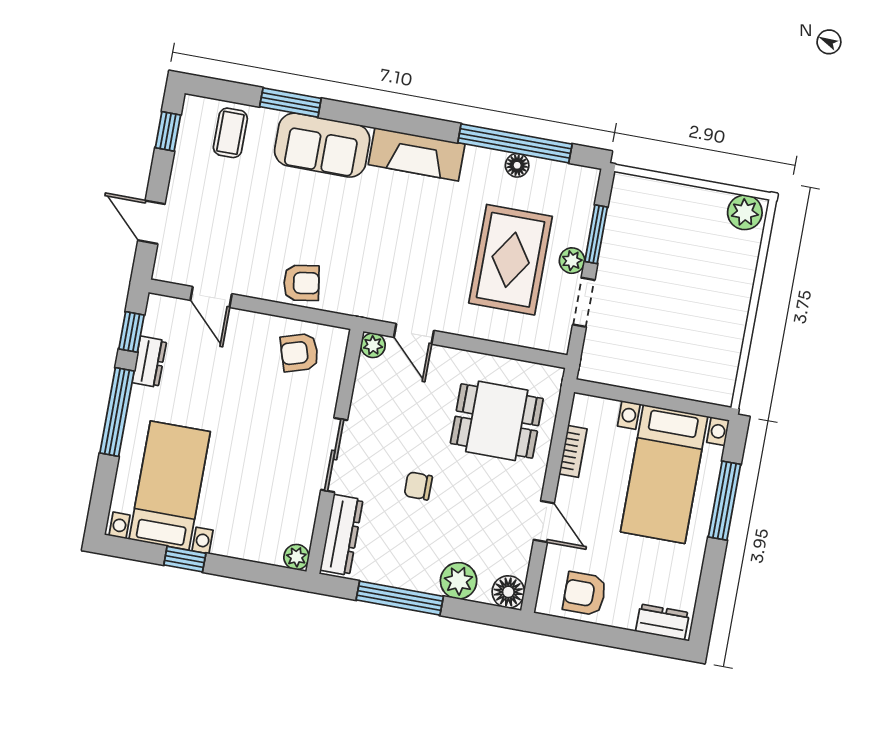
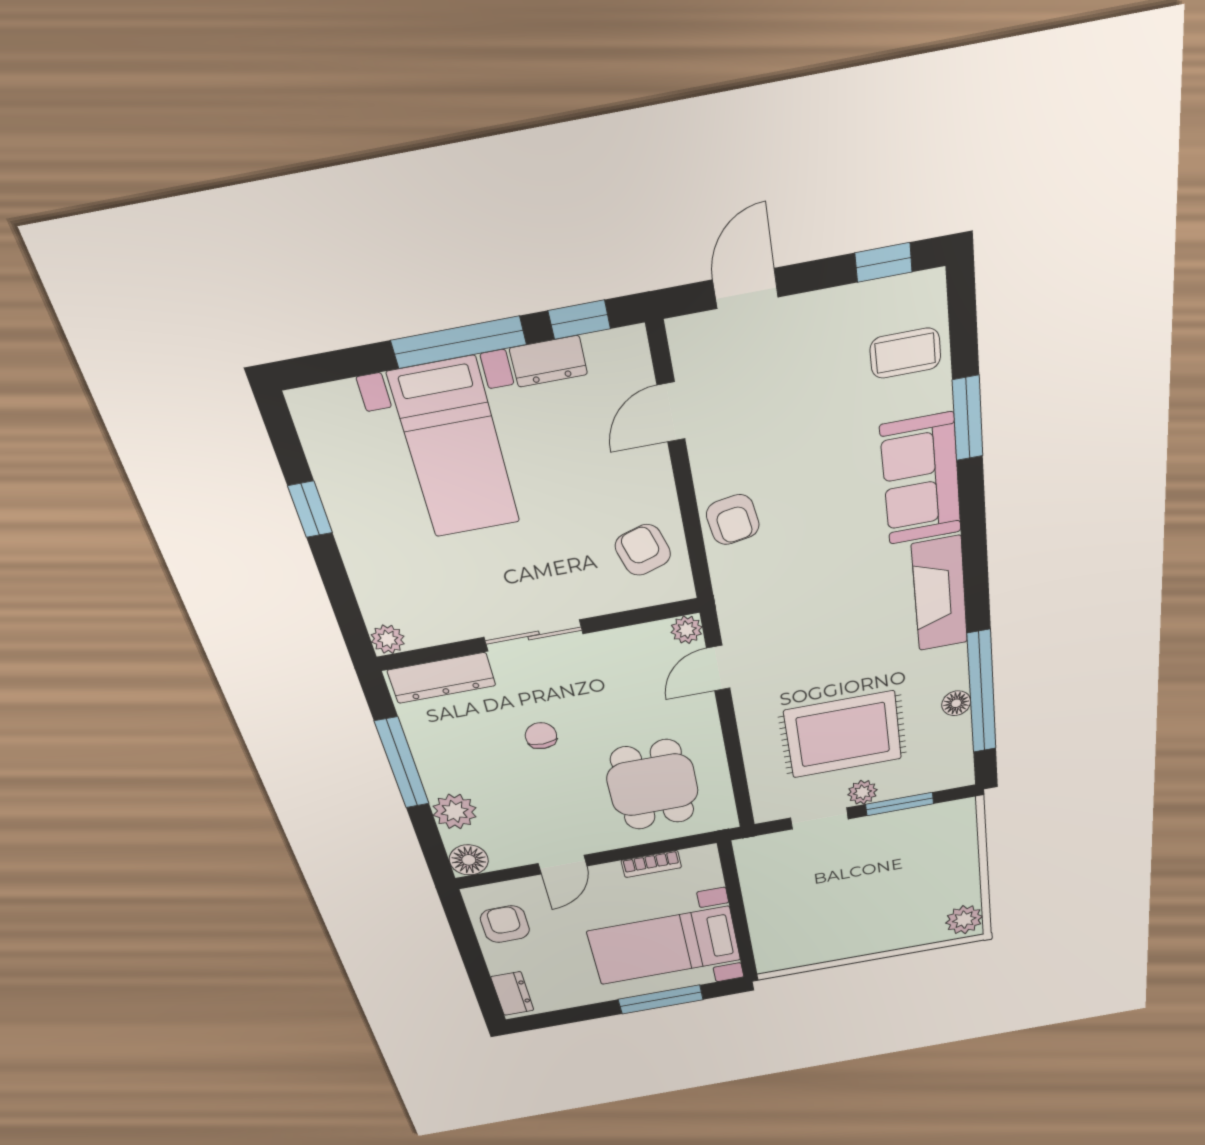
bed with nightstands: (170, 486) -> (455, 449), moved, turned 90

